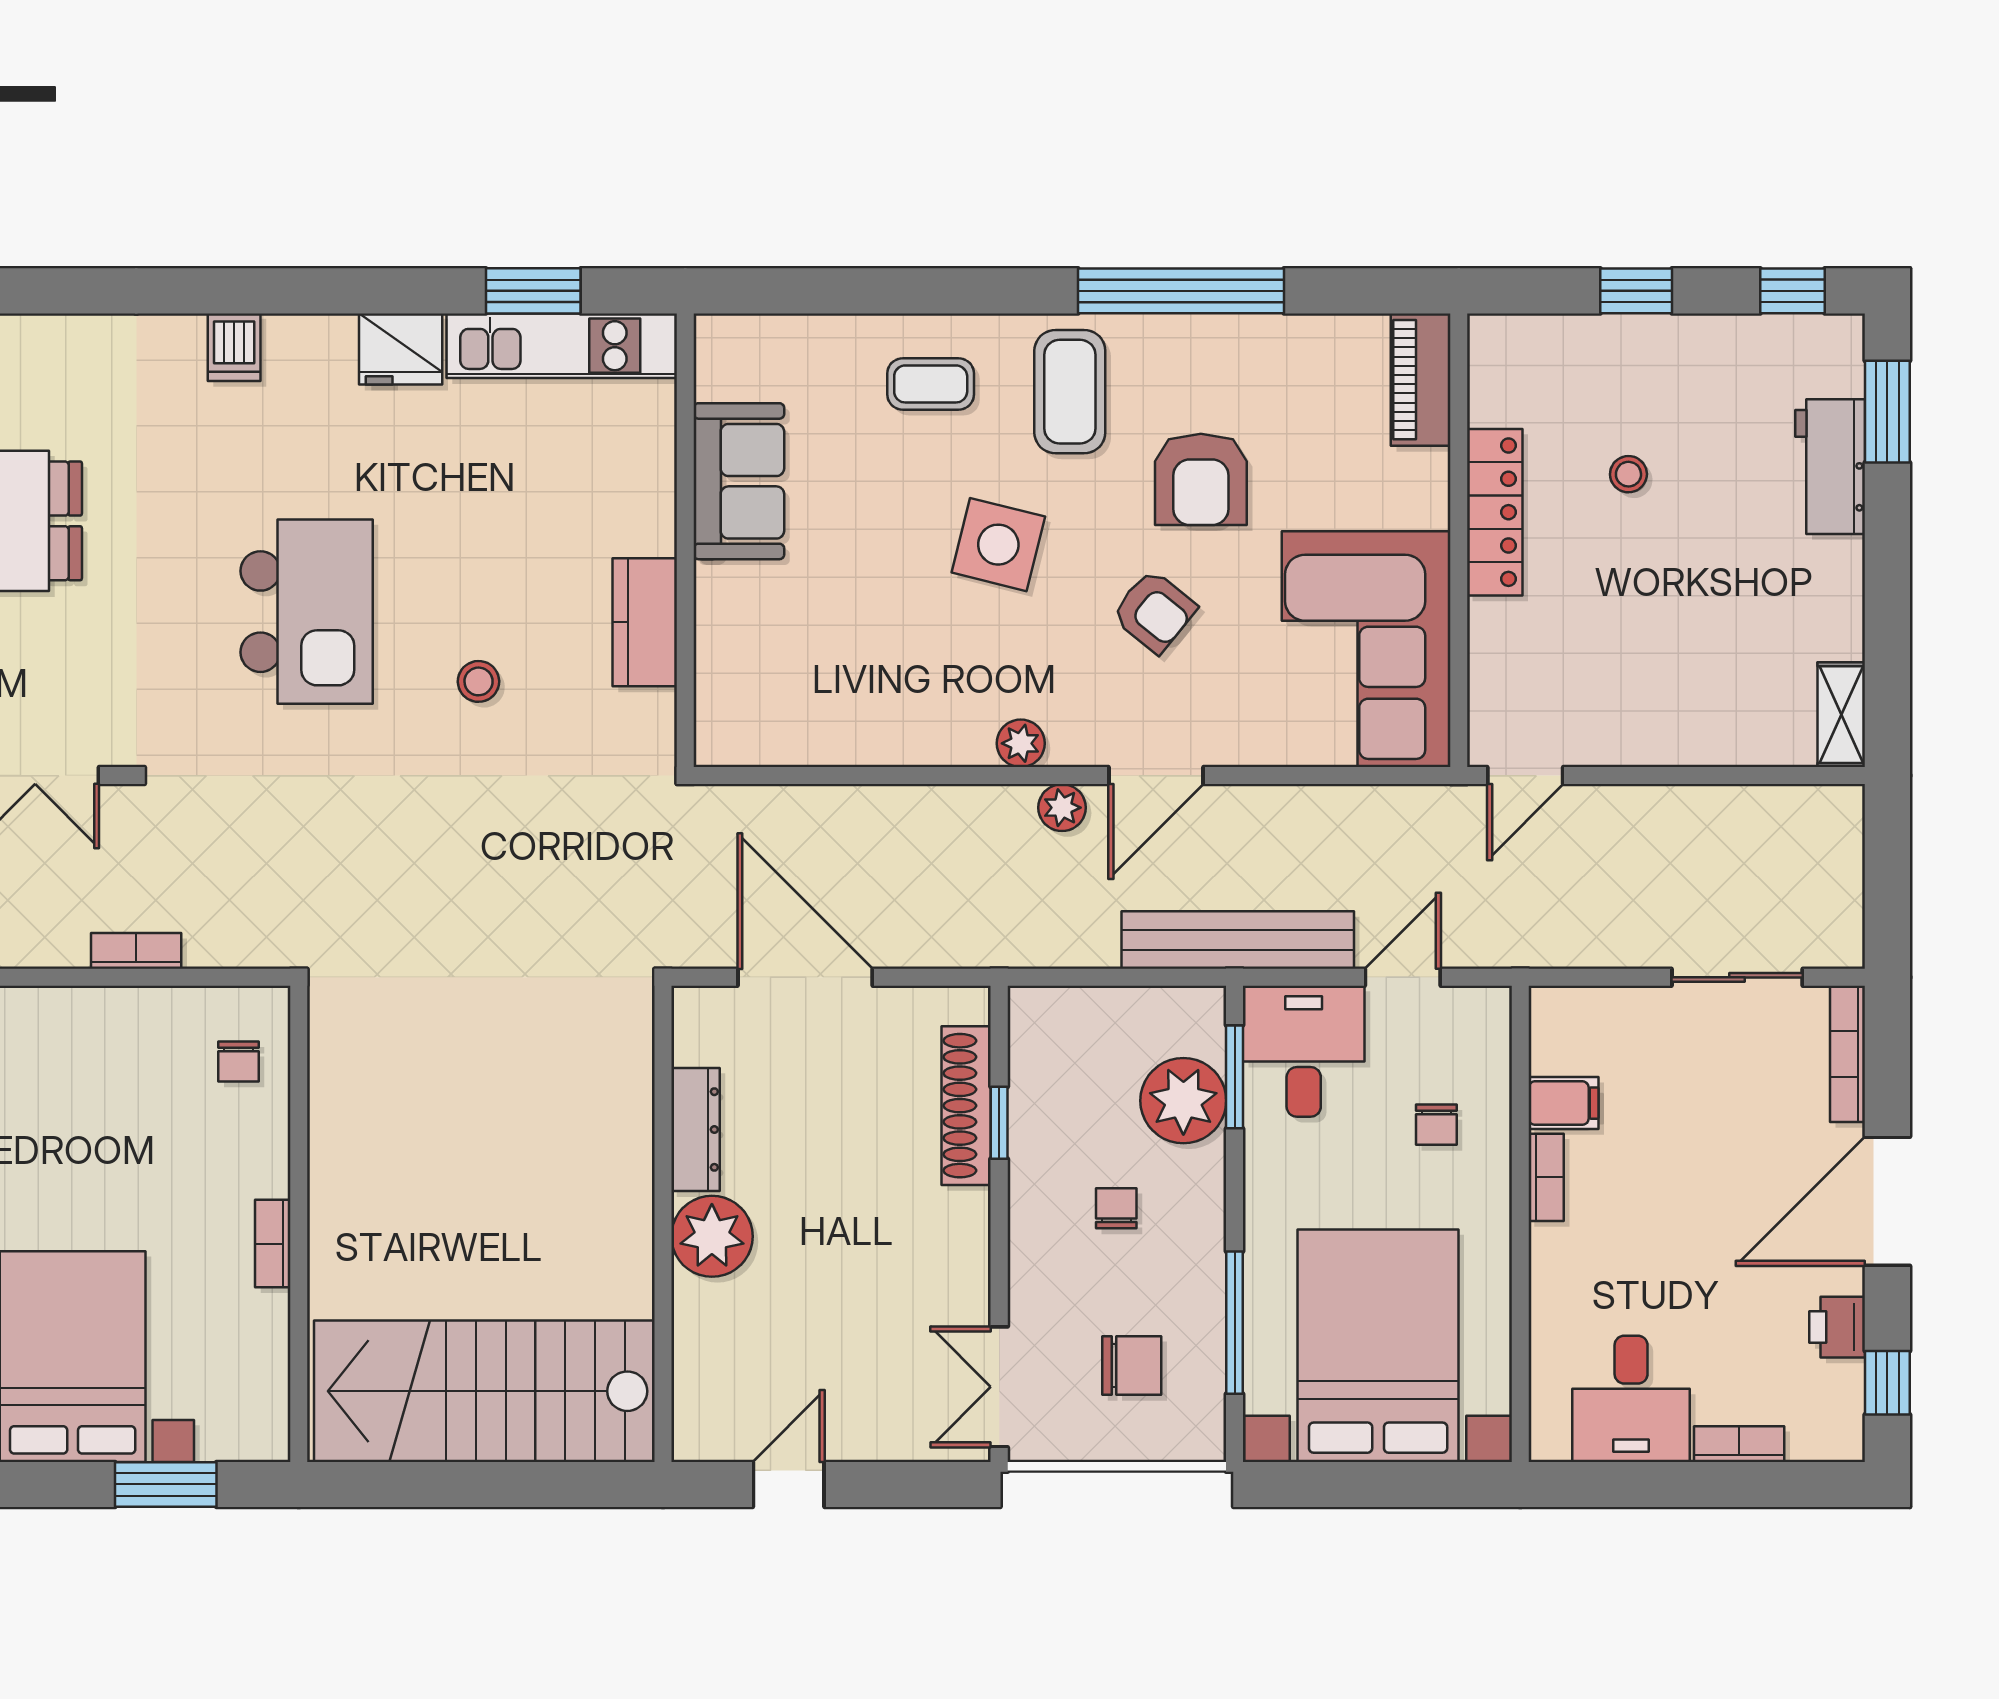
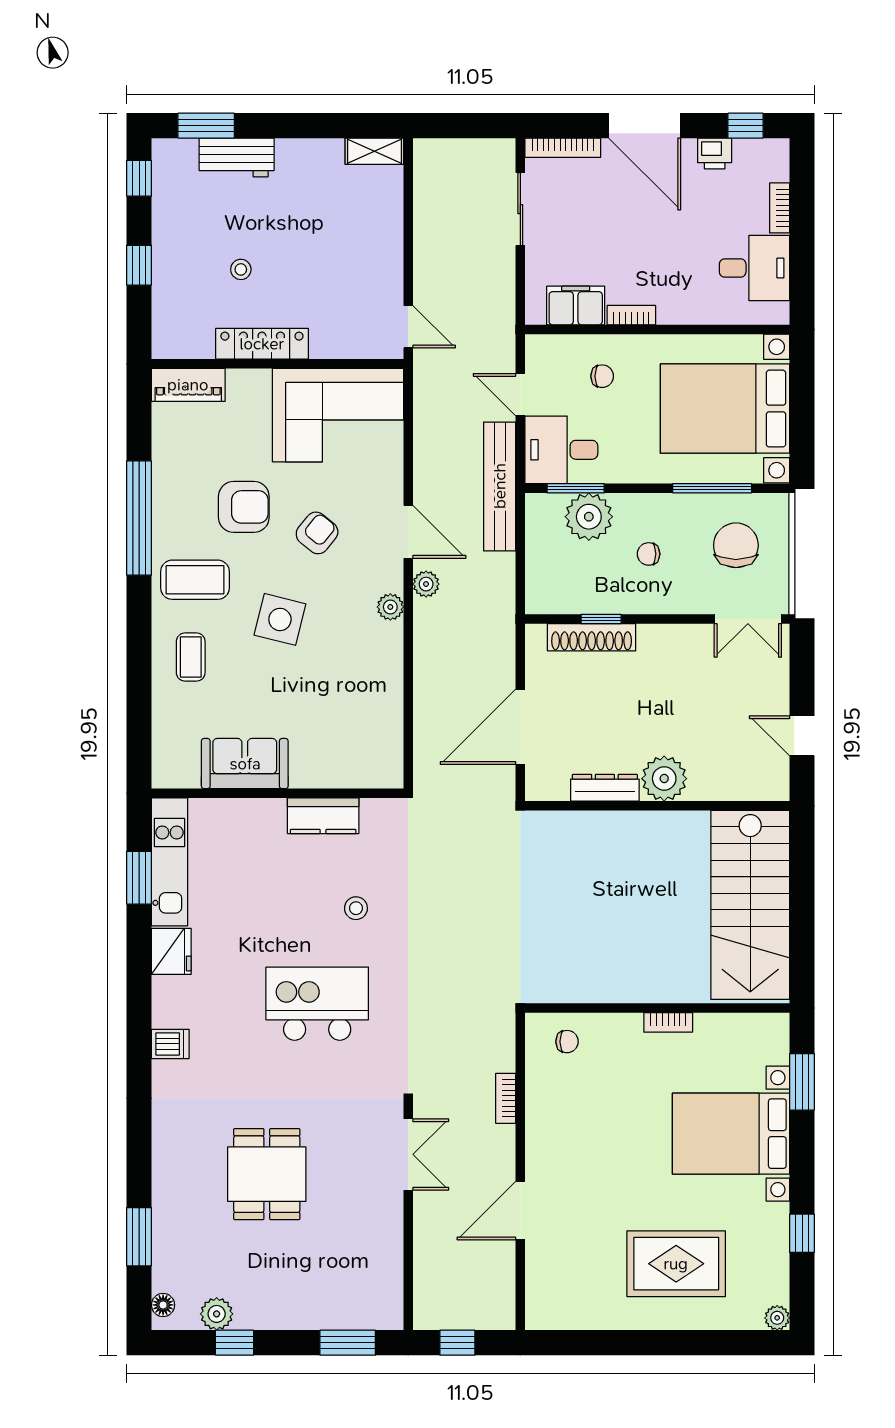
filing cabinet: (1564, 1103) -> (576, 306), width x2.00
chair: (1132, 1365) -> (736, 545), width x1.37, depth x1.37

